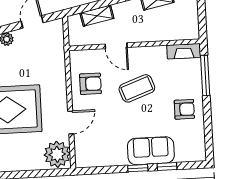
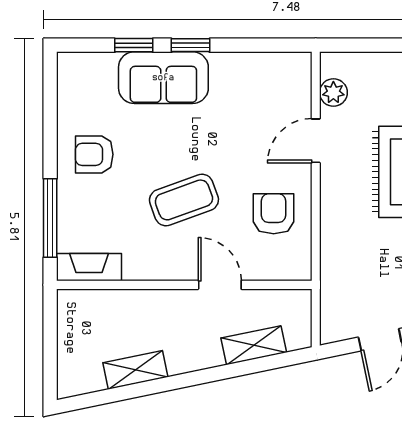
armchair: (90, 84) -> (274, 214), turned 90
plant: (57, 154) -> (333, 93), width x0.53, depth x0.53

